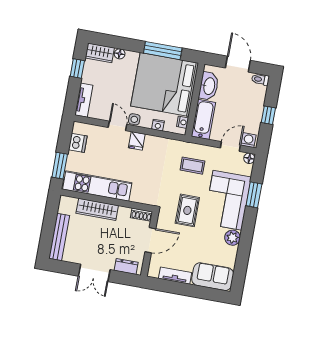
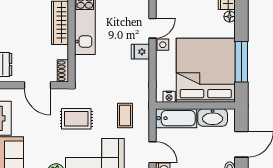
nightstand: (158, 125) -> (161, 71), removed

